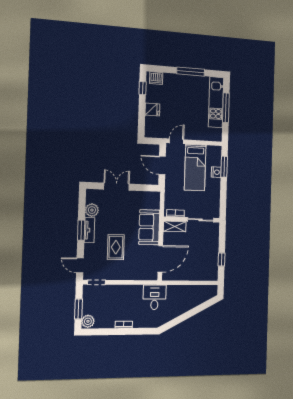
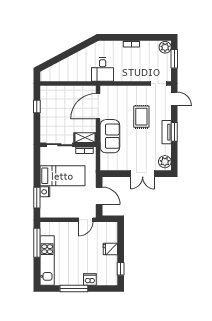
dishwasher: (156, 78) -> (90, 279), moved
window: (226, 108) -> (37, 243), moved
bed: (195, 168) -> (62, 176), moved, turned 90
plant: (92, 210) -> (165, 162), moved

